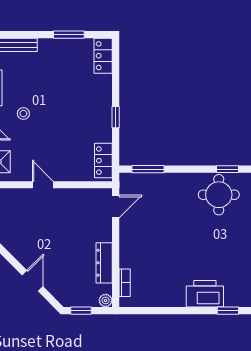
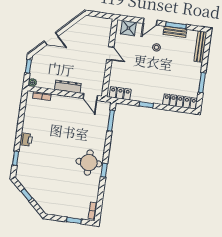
locker: (103, 56) -> (180, 101), width x1.53
door: (43, 185) -> (110, 53), hinge flipped
dresser: (104, 263) -> (68, 87), moved
printer: (205, 294) -> (26, 139), width x0.53, depth x0.68

